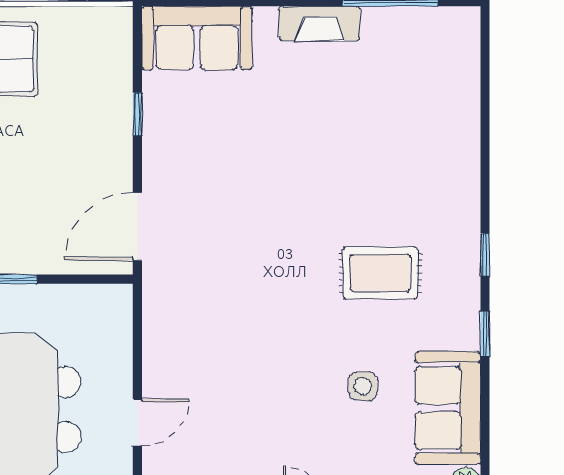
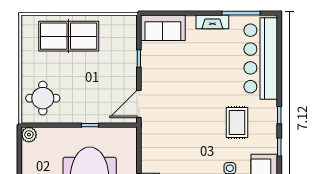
bar counter: (439, 114) -> (261, 58), added
rug: (380, 273) -> (237, 123), turned 90

